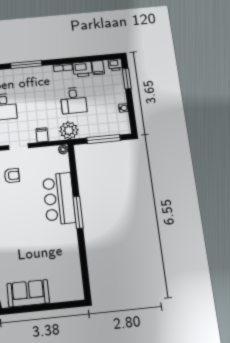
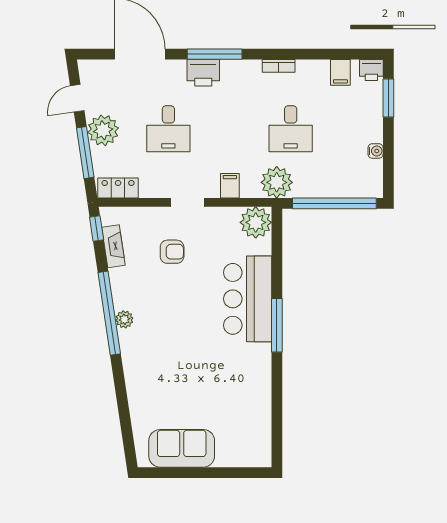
printer: (83, 69) -> (203, 73), moved
window: (104, 139) -> (334, 203), width x1.46
plant: (63, 150) -> (256, 222), width x1.87, depth x1.87

